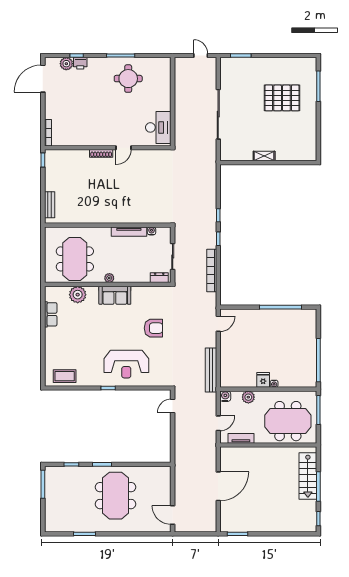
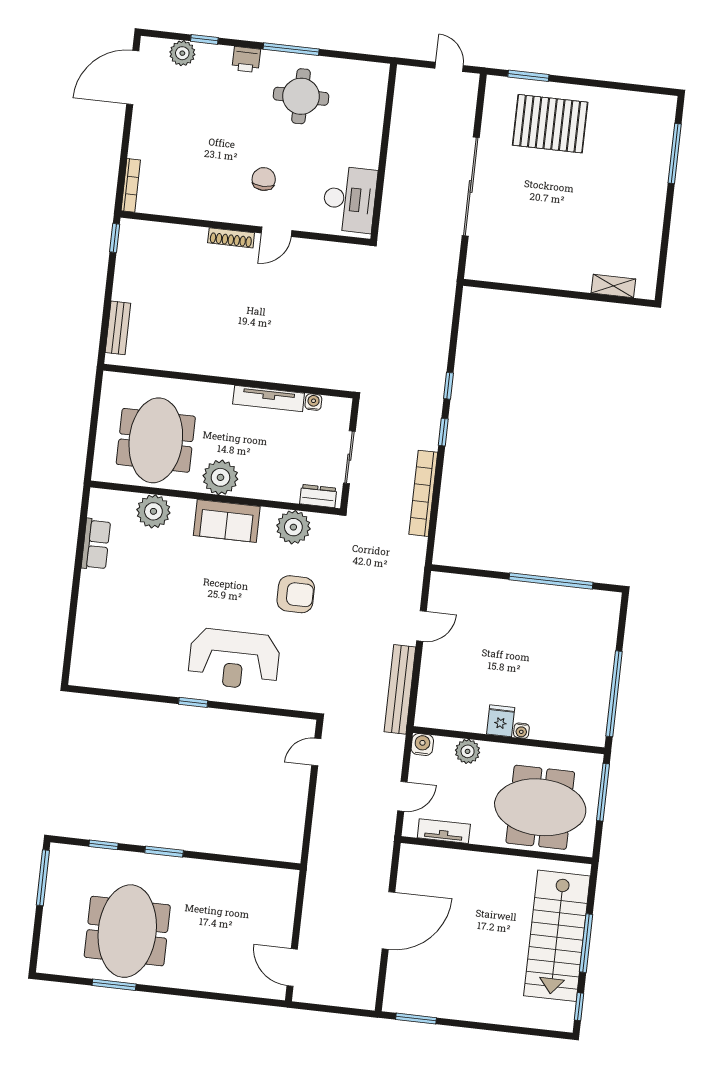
printer: (80, 63) -> (246, 59), moved
pallet: (282, 98) -> (550, 124), moved
chair: (114, 122) -> (264, 179), added
shelving: (264, 156) -> (613, 286), moved
plant: (109, 278) -> (220, 477), width x1.88, depth x1.88
plant: (149, 295) -> (293, 527), added
door: (218, 324) -> (421, 626), moved
coffee table: (65, 376) -> (110, 669), removed
stairs: (308, 476) -> (557, 936), width x1.36, depth x1.51
meeting table: (115, 496) -> (127, 931), moved

